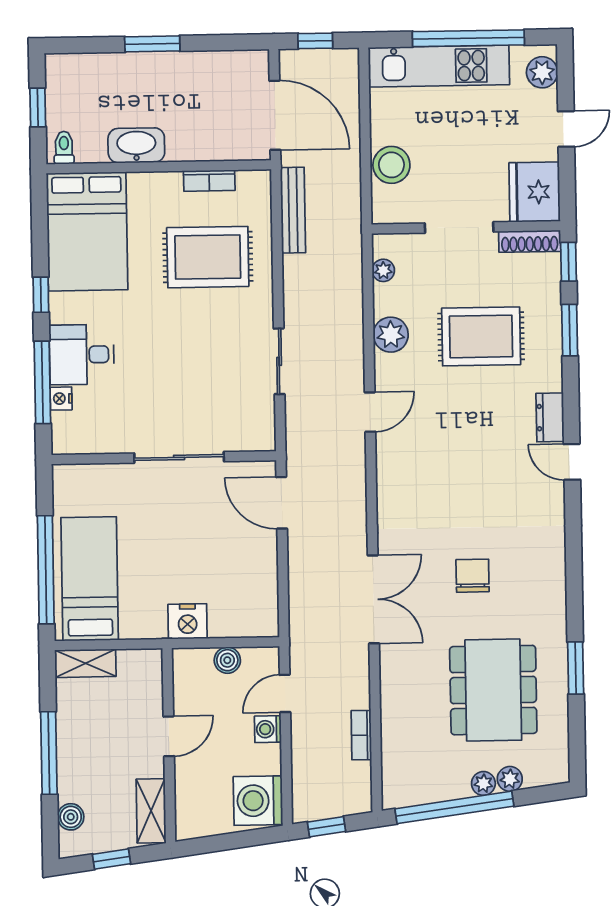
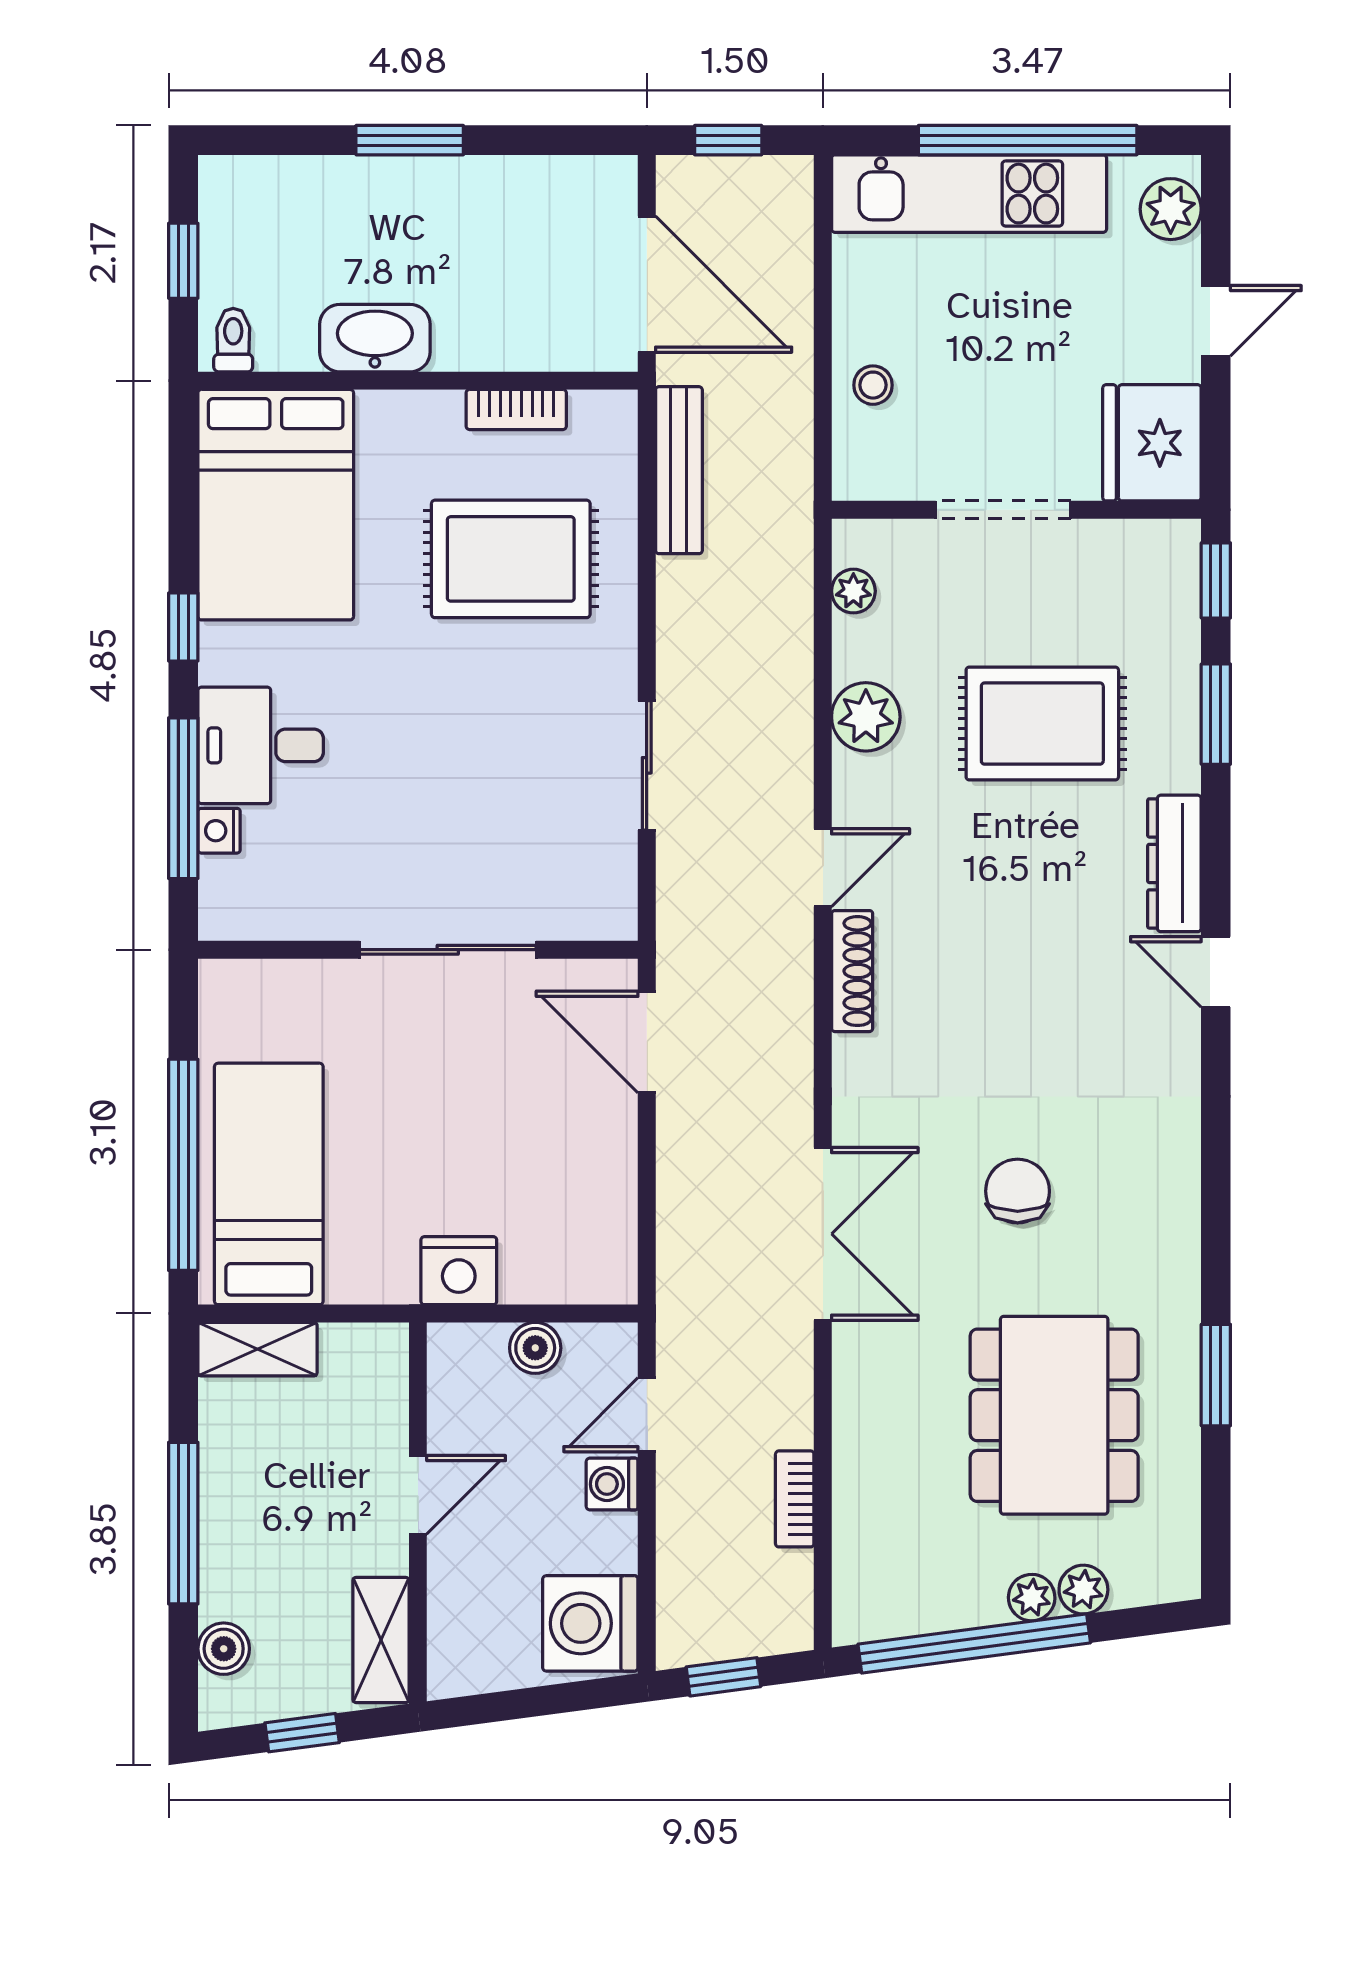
stool: (391, 165) -> (873, 385), width x0.53, depth x0.53
shoe rack: (530, 241) -> (852, 971), moved, turned -90
dresser: (550, 417) -> (1174, 863), width x1.44

